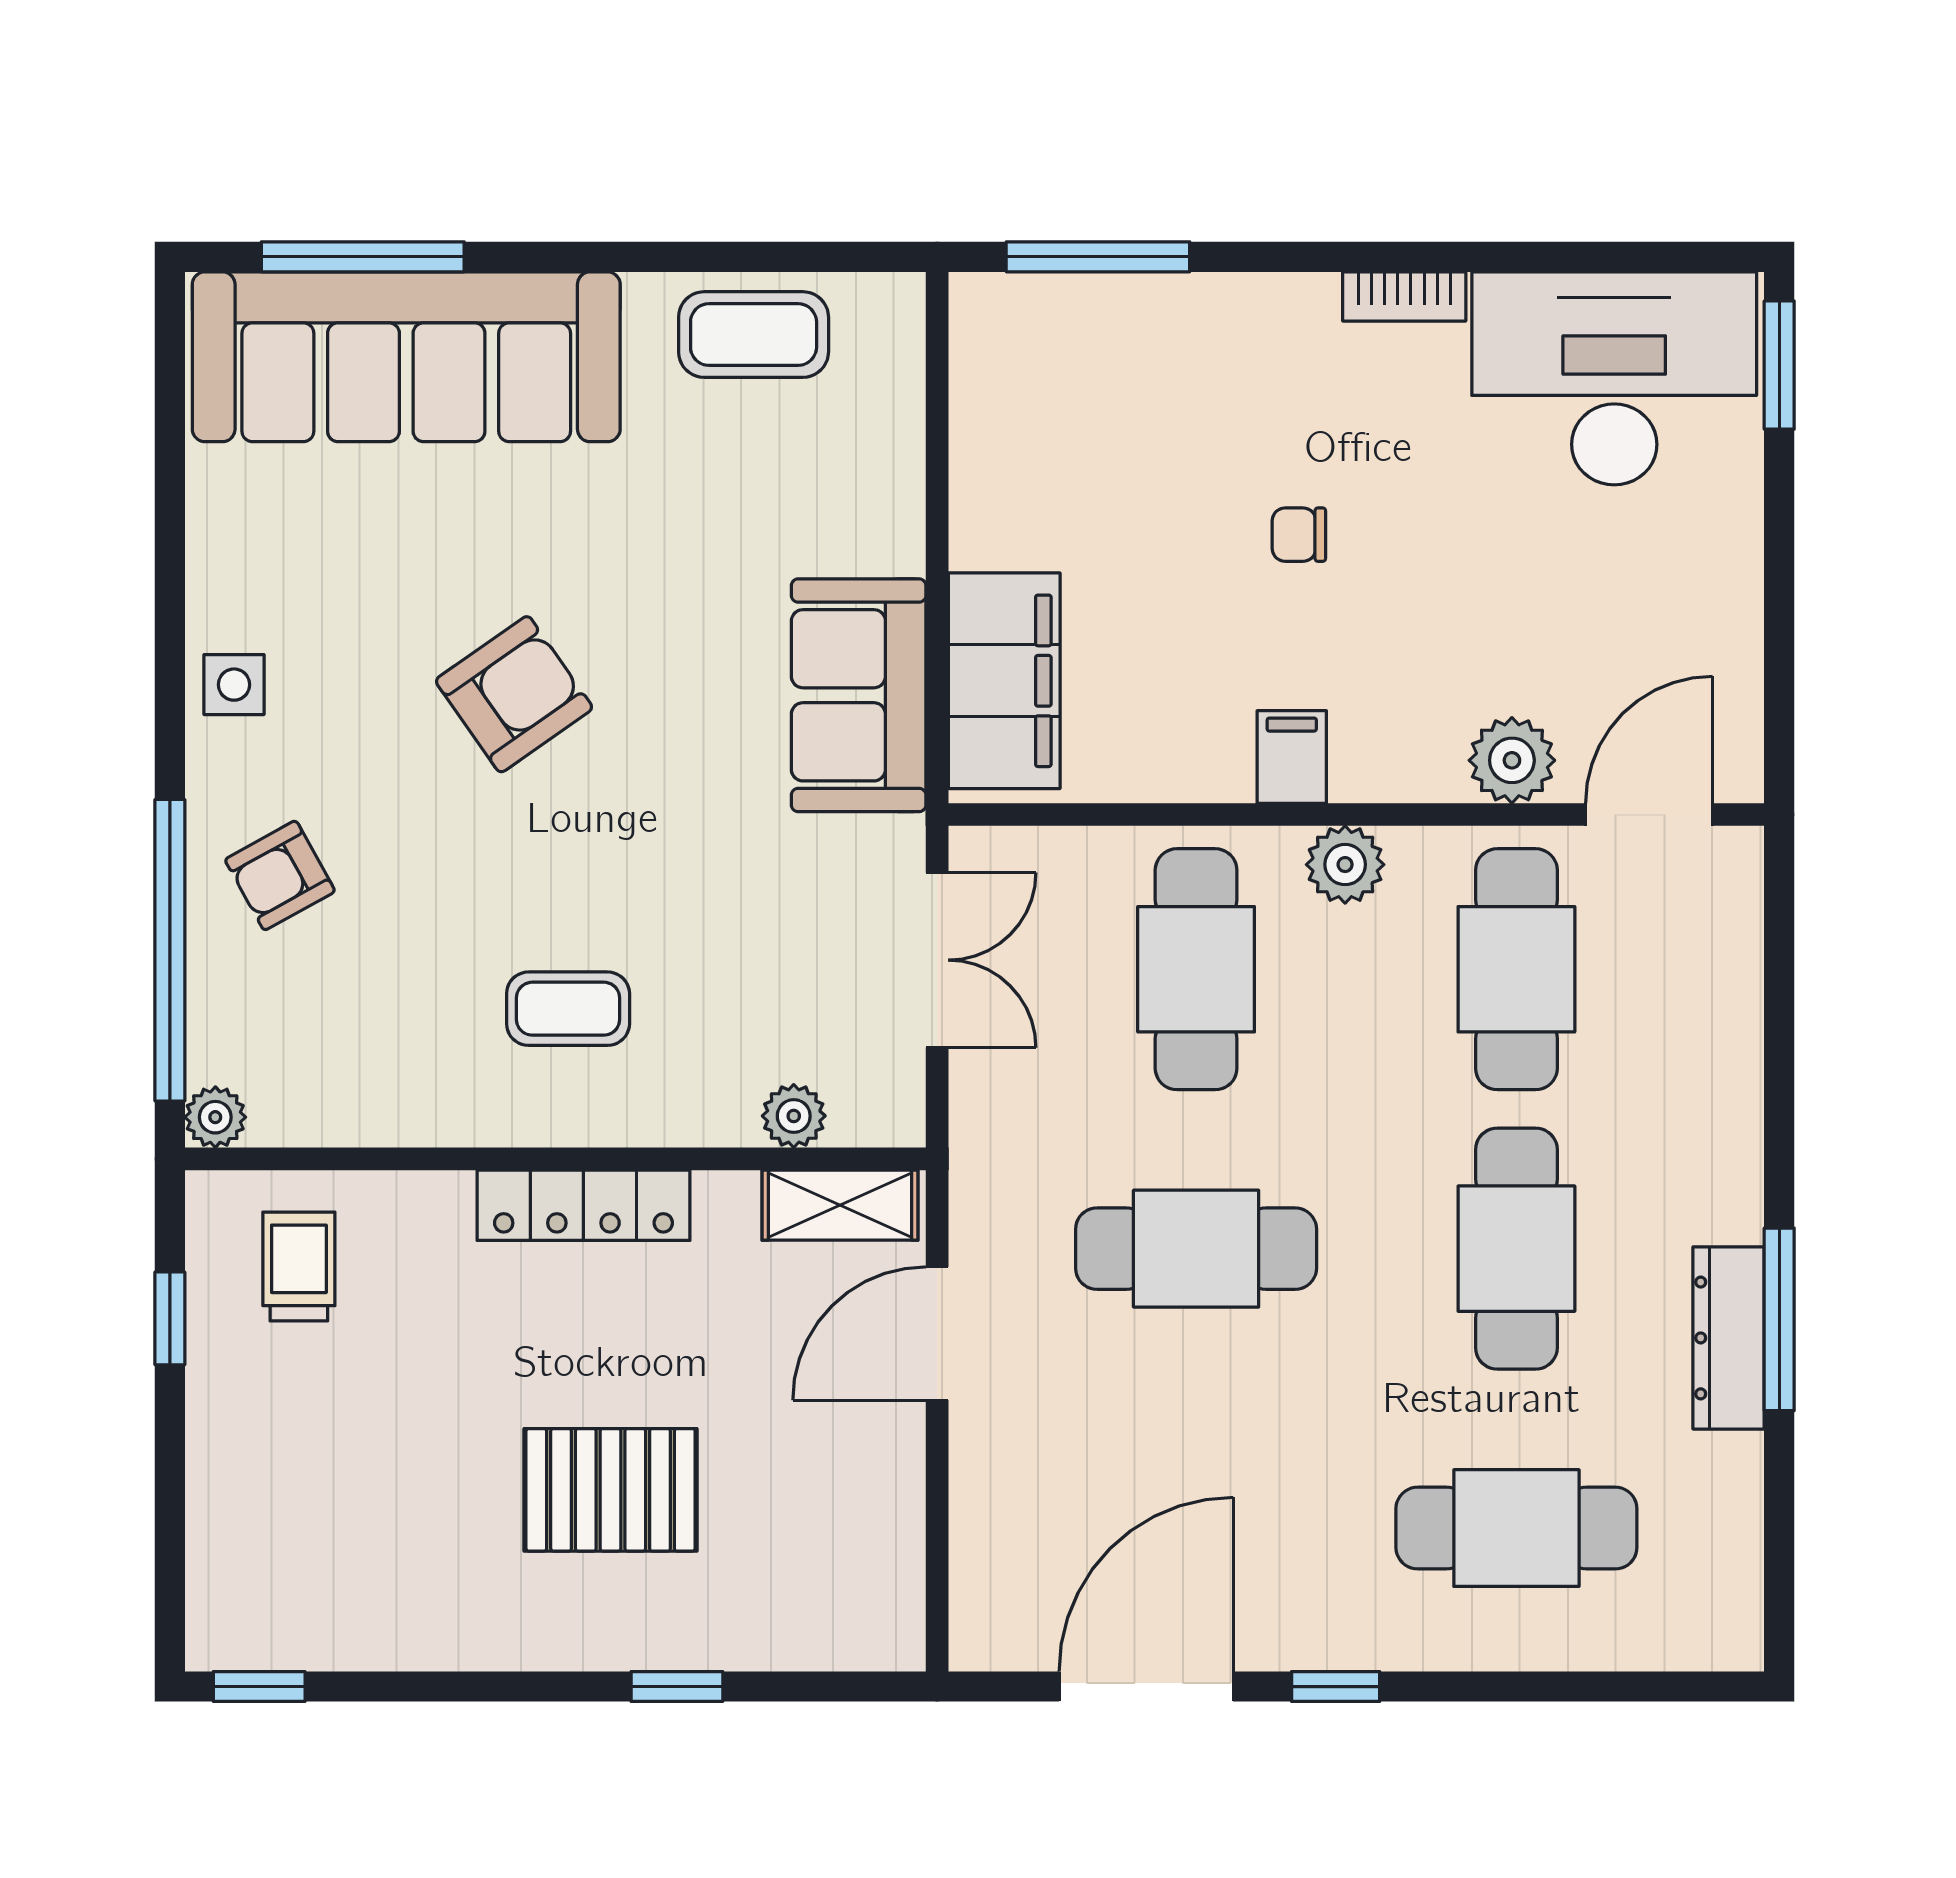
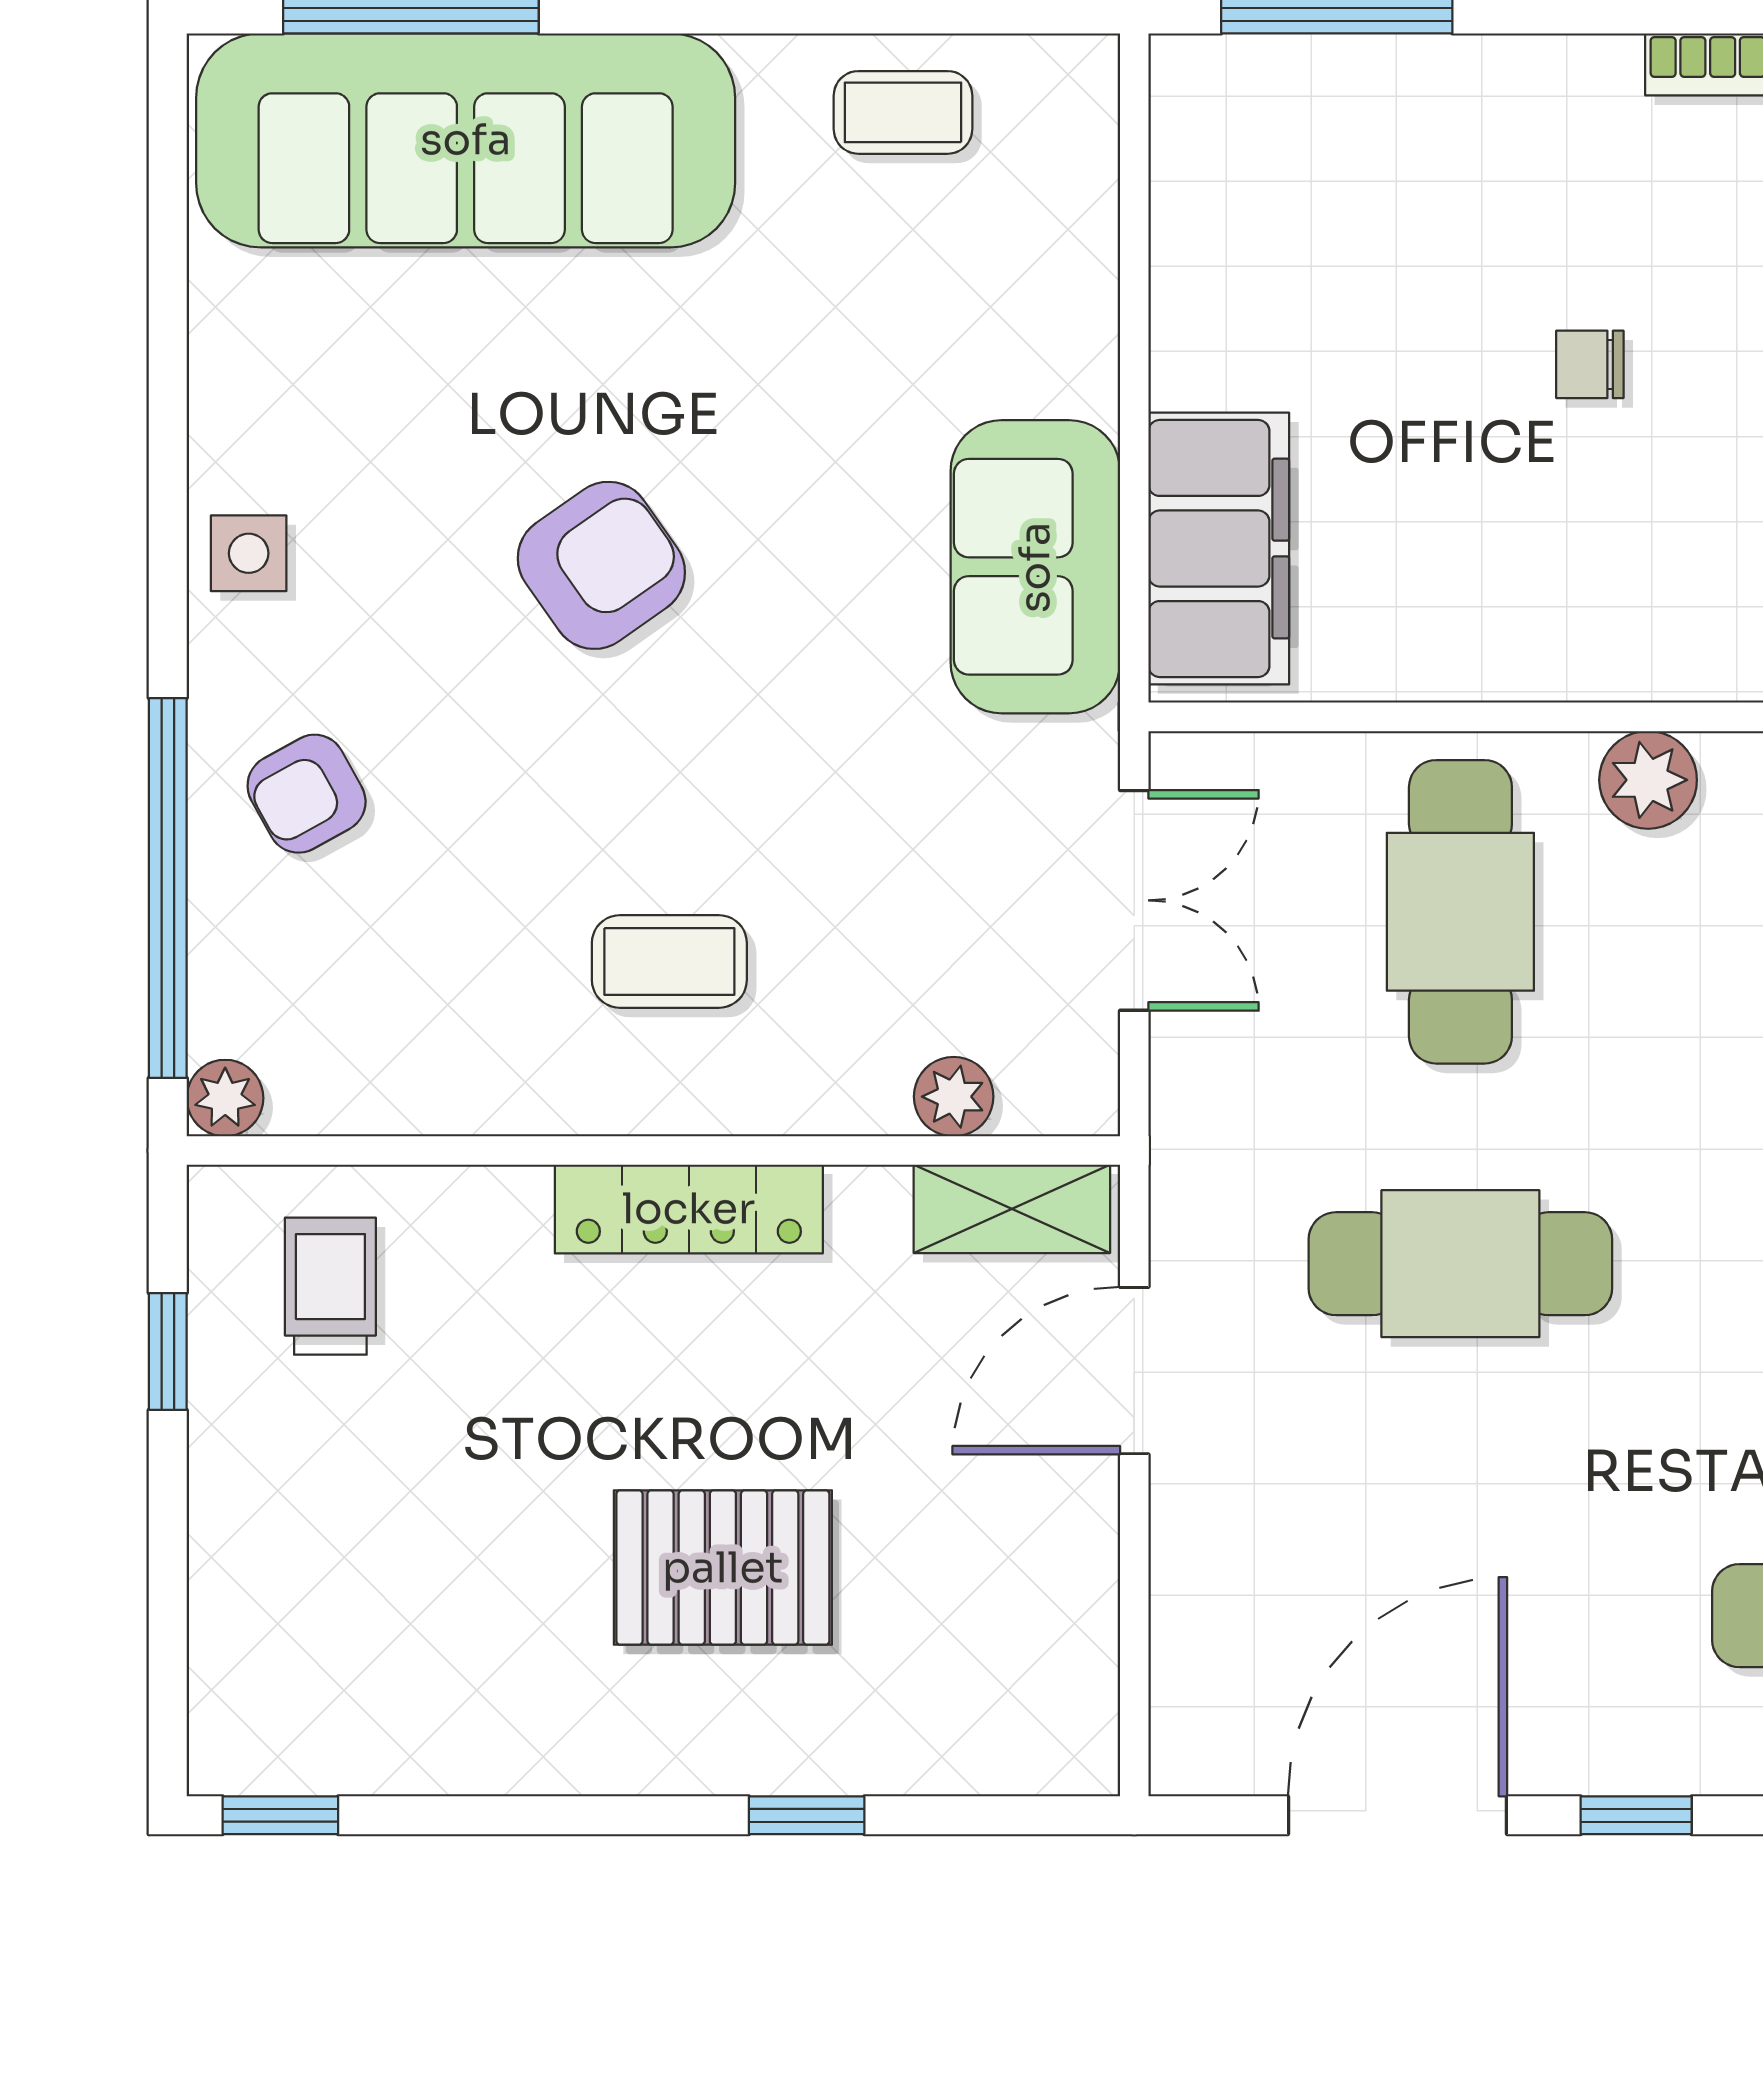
coffee table: (754, 335) -> (903, 112), width x0.73, depth x0.77
filing cabinet: (1292, 757) -> (1581, 644), removed

